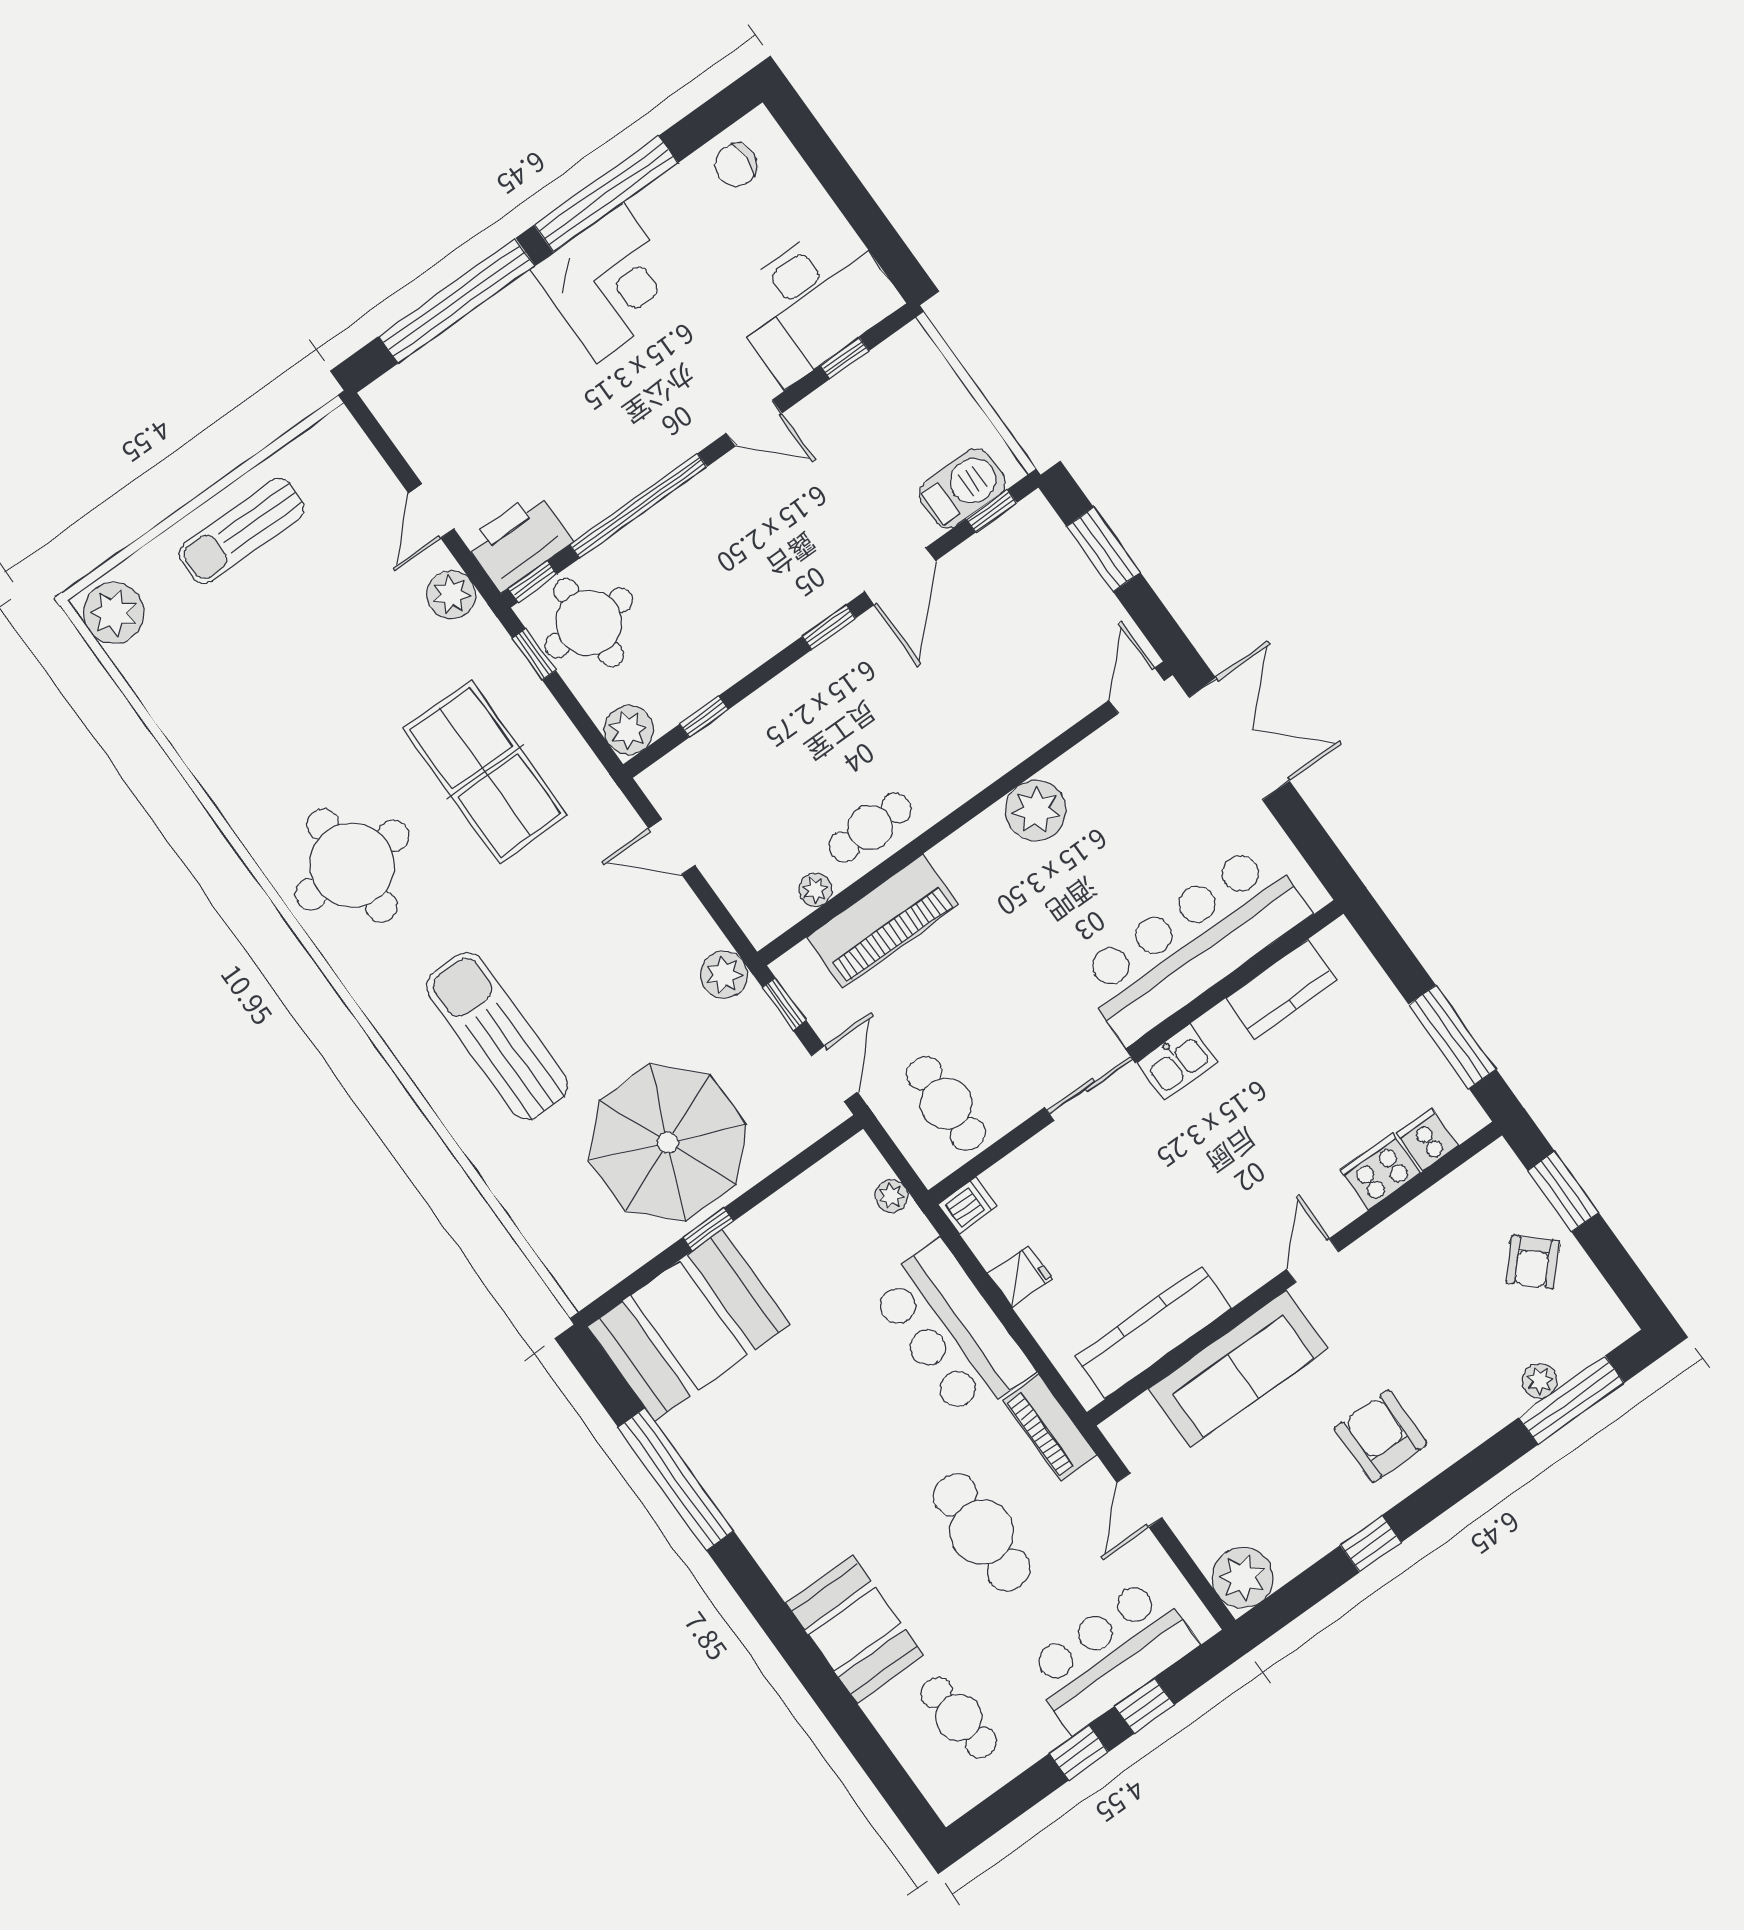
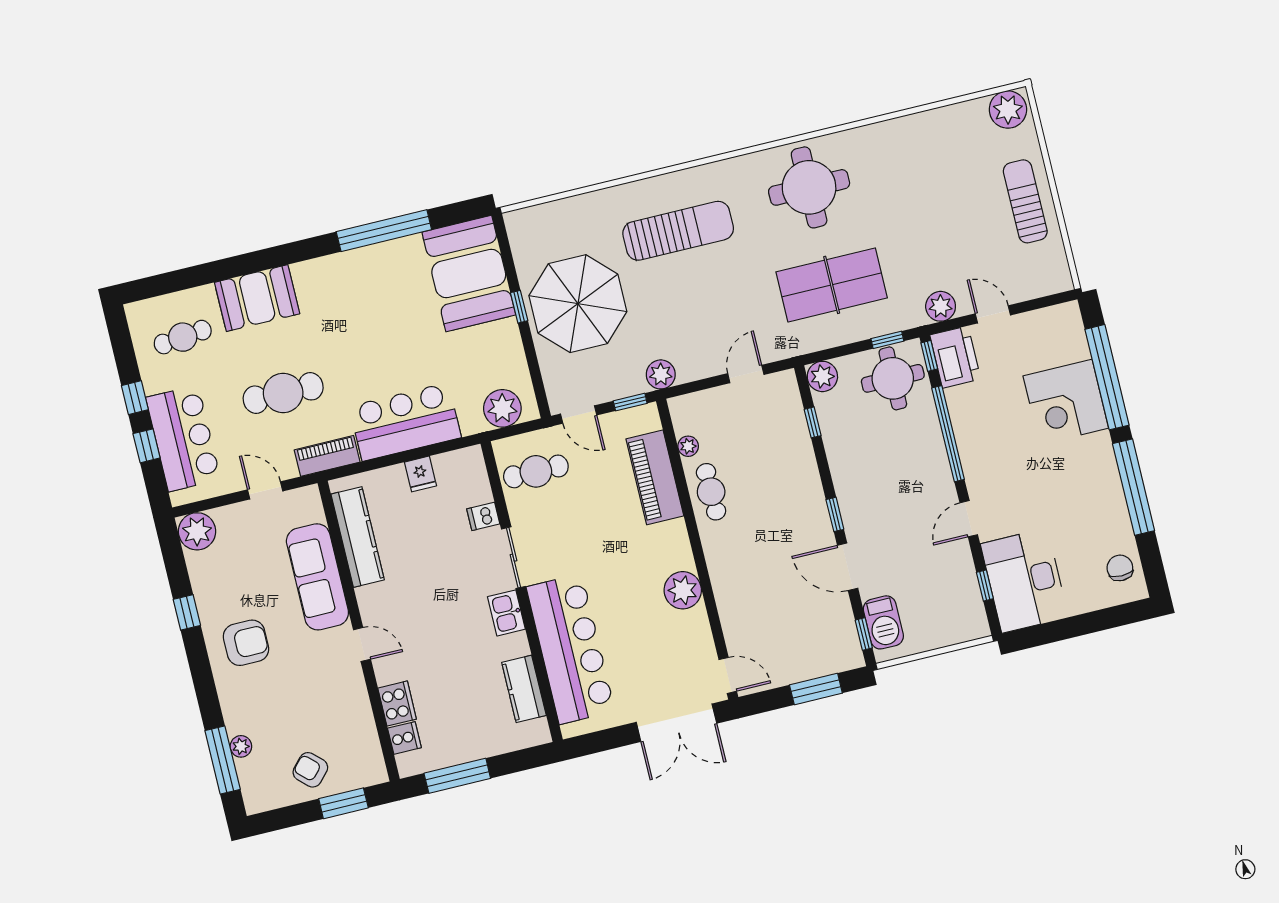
corner desk: (610, 283) -> (1066, 402), moved
plant: (891, 1196) -> (502, 408), width x1.88, depth x1.88
dishwasher: (967, 1205) -> (483, 516), moved, turned 90

